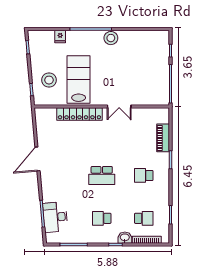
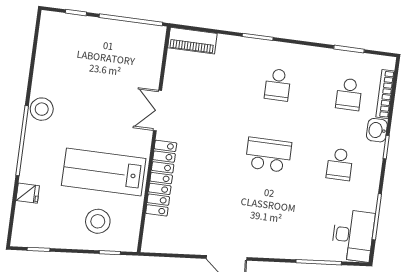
double door: (119, 107) -> (158, 111), swing flipped
piano: (163, 138) -> (192, 41), moved
school desk: (102, 175) -> (268, 155), turned -90
desk: (55, 217) -> (353, 235), moved, turned -85
school desk: (144, 218) -> (349, 94), turned 180

